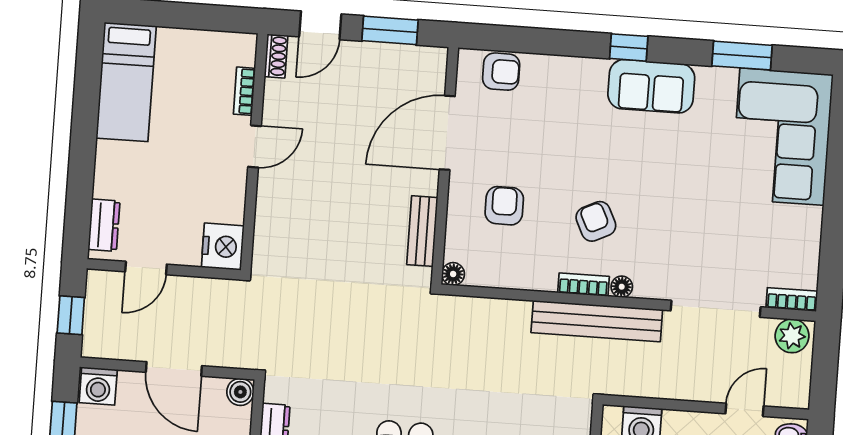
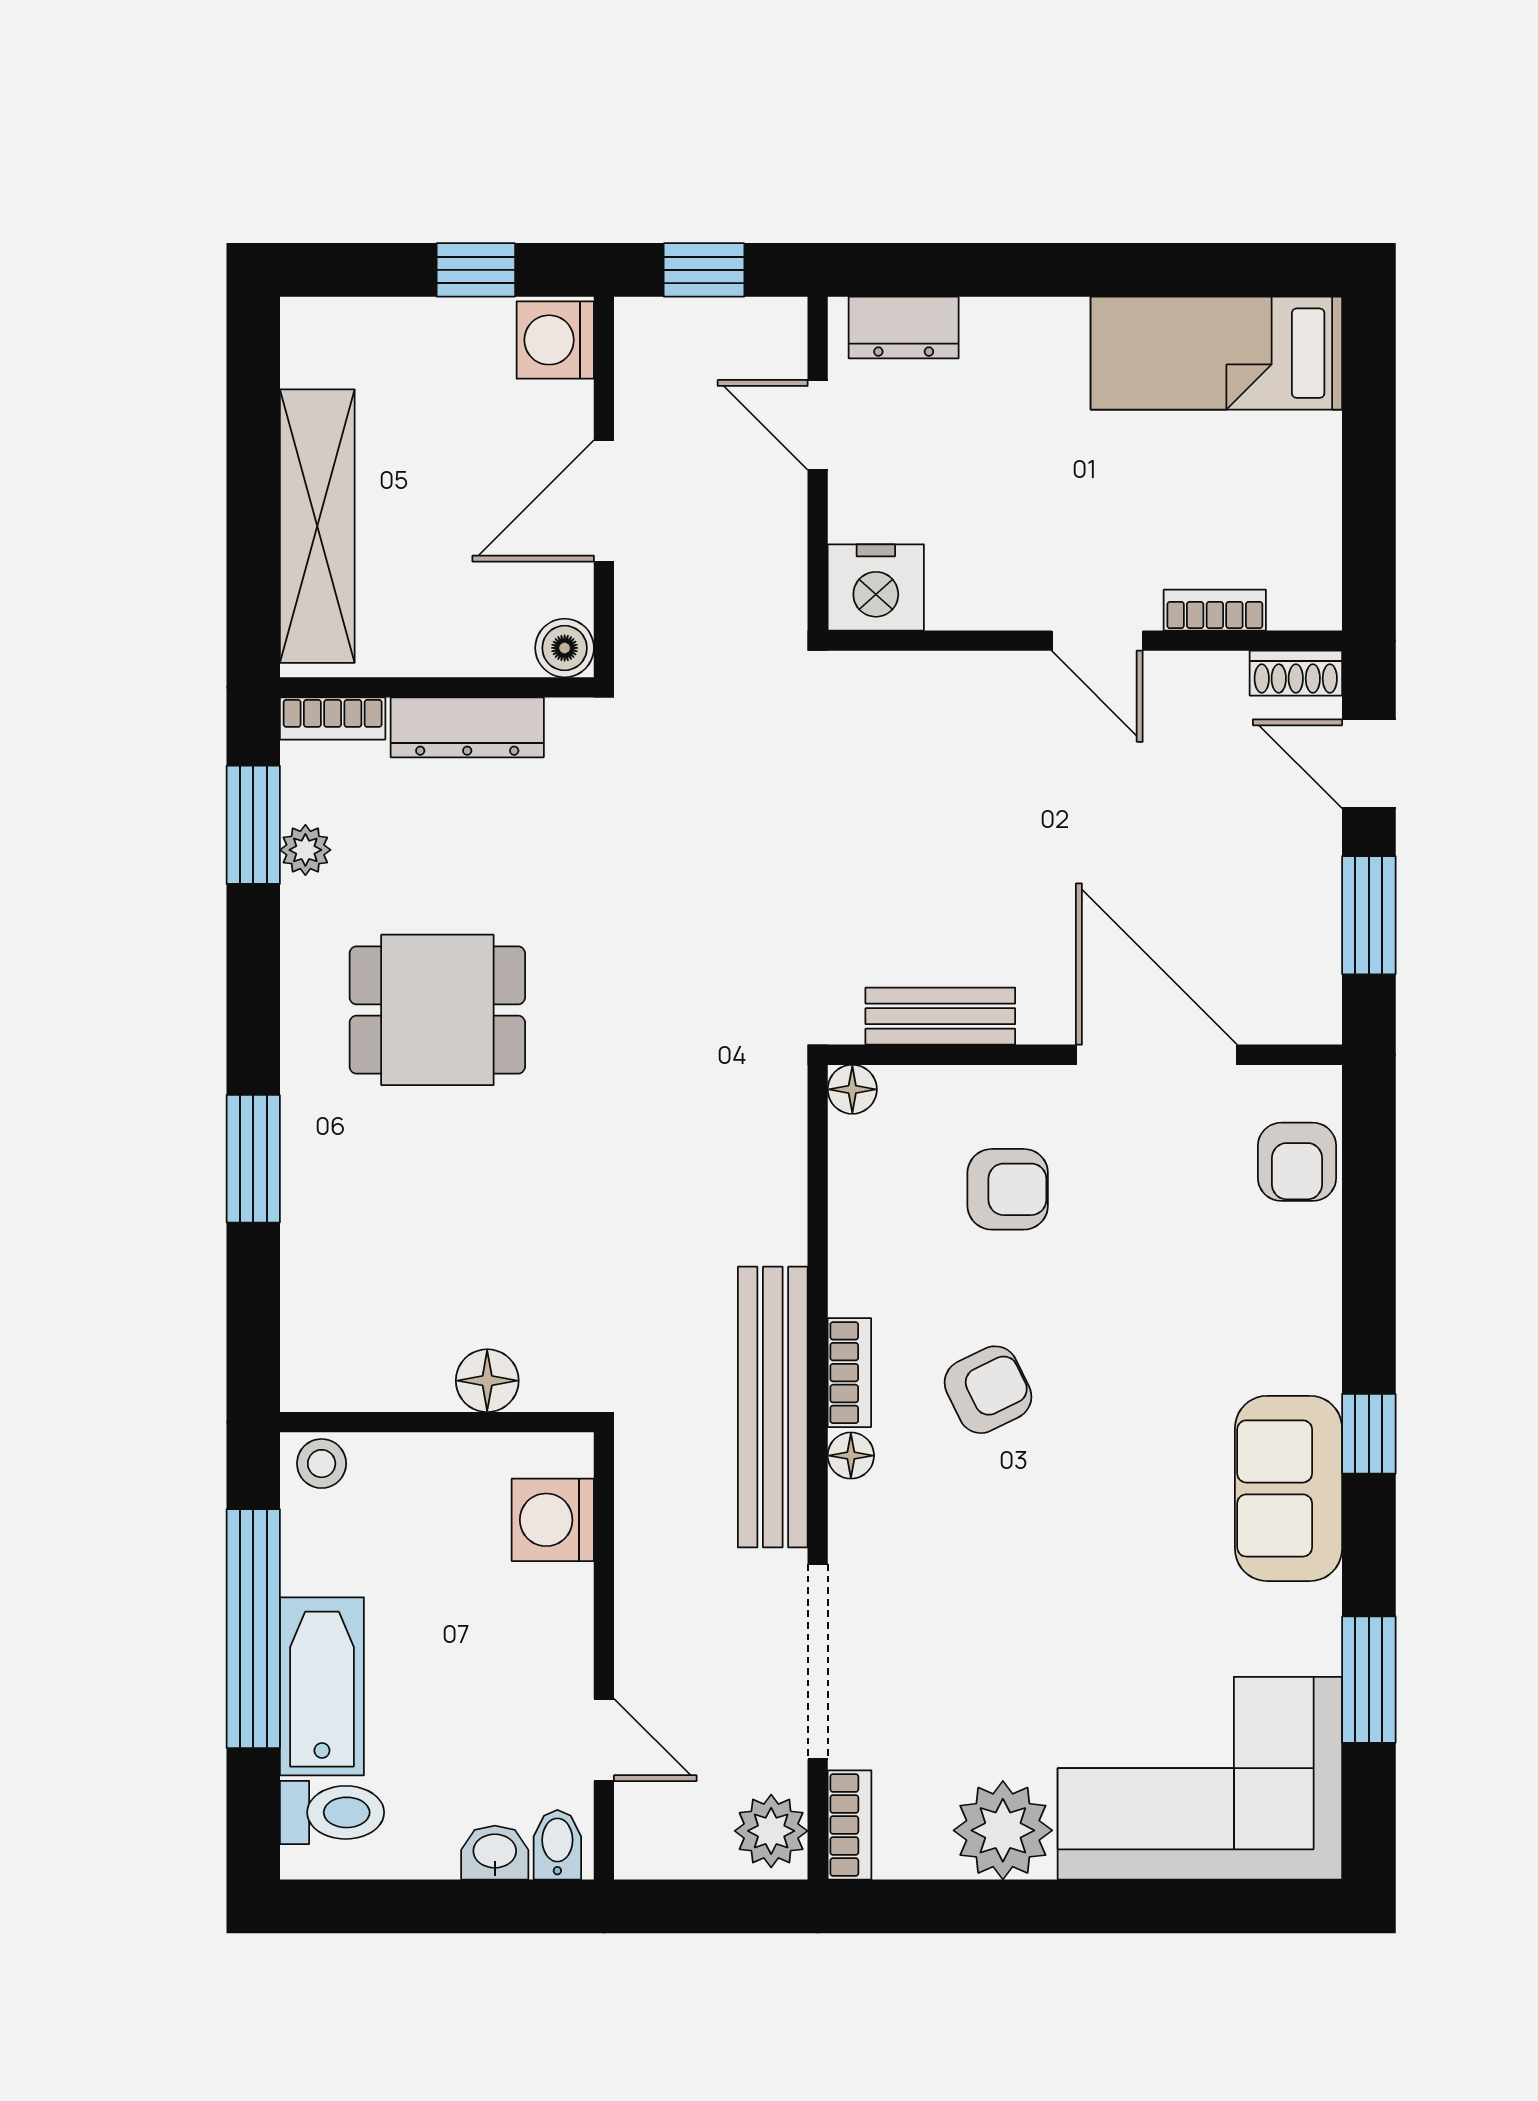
plant: (799, 229) -> (1003, 1830), added

